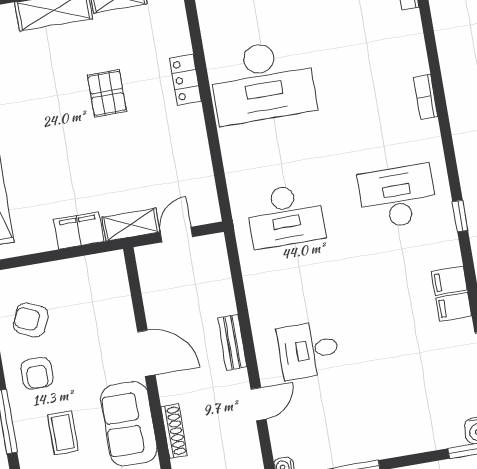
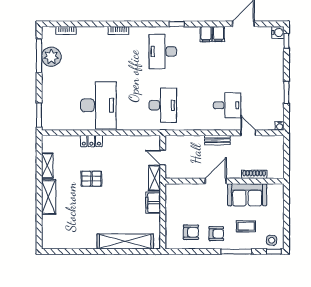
armchair: (31, 320) -> (191, 232), turned -114
desk: (308, 350) -> (227, 105), turned -90

